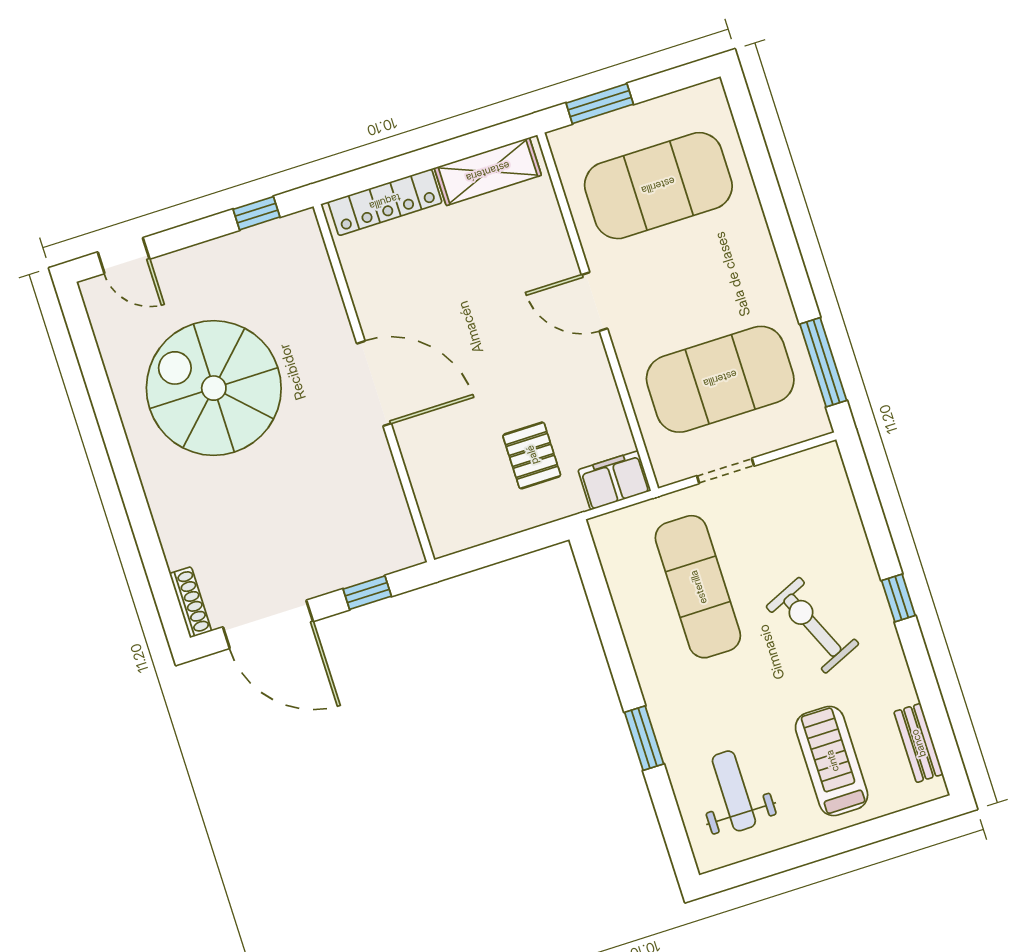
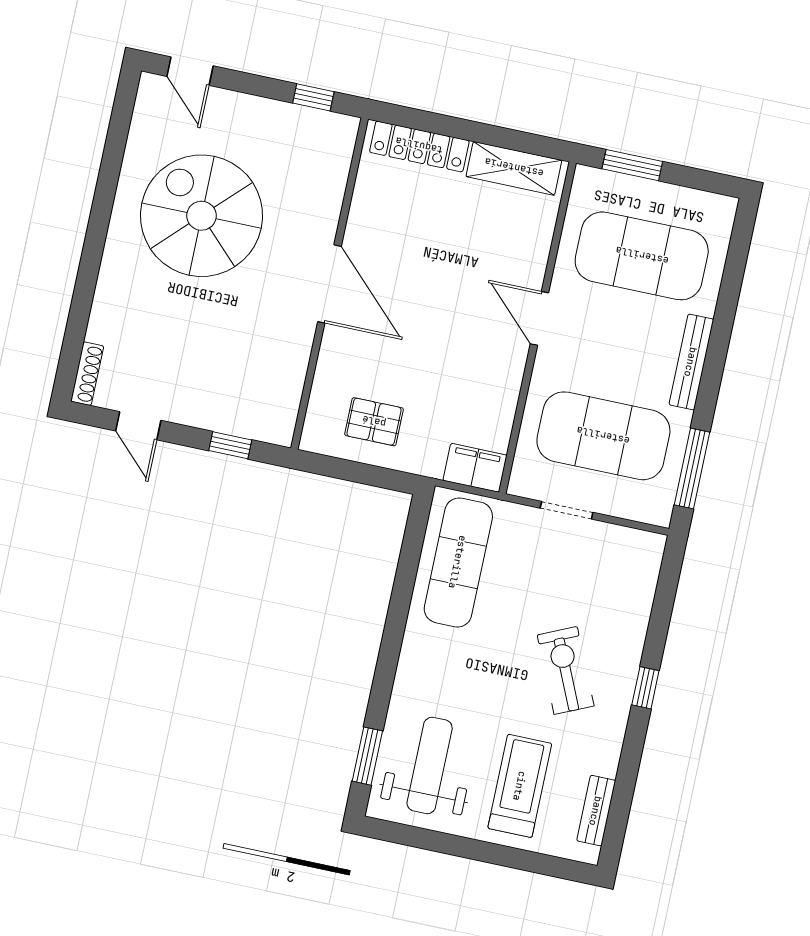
bench: (764, 260) -> (691, 362), added
pallet: (532, 455) -> (374, 422), moved, turned 90
exercise mat: (698, 587) -> (458, 562), moved
door: (268, 624) -> (138, 426), width x0.53
window: (644, 738) -> (367, 756), moved
weight bench: (734, 791) -> (430, 765), width x1.36, depth x1.33

